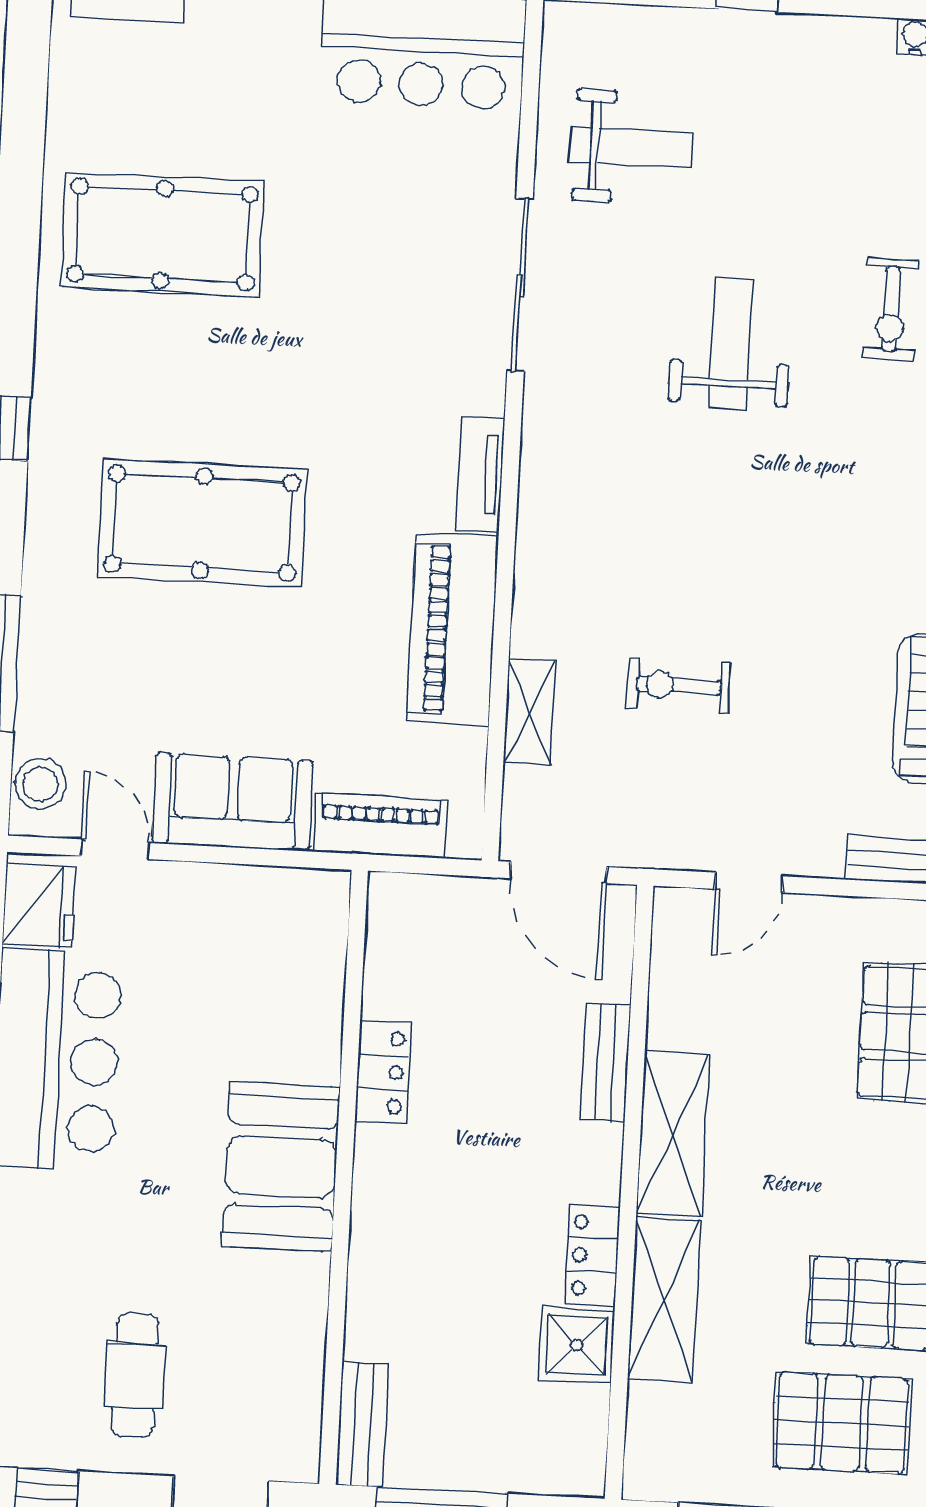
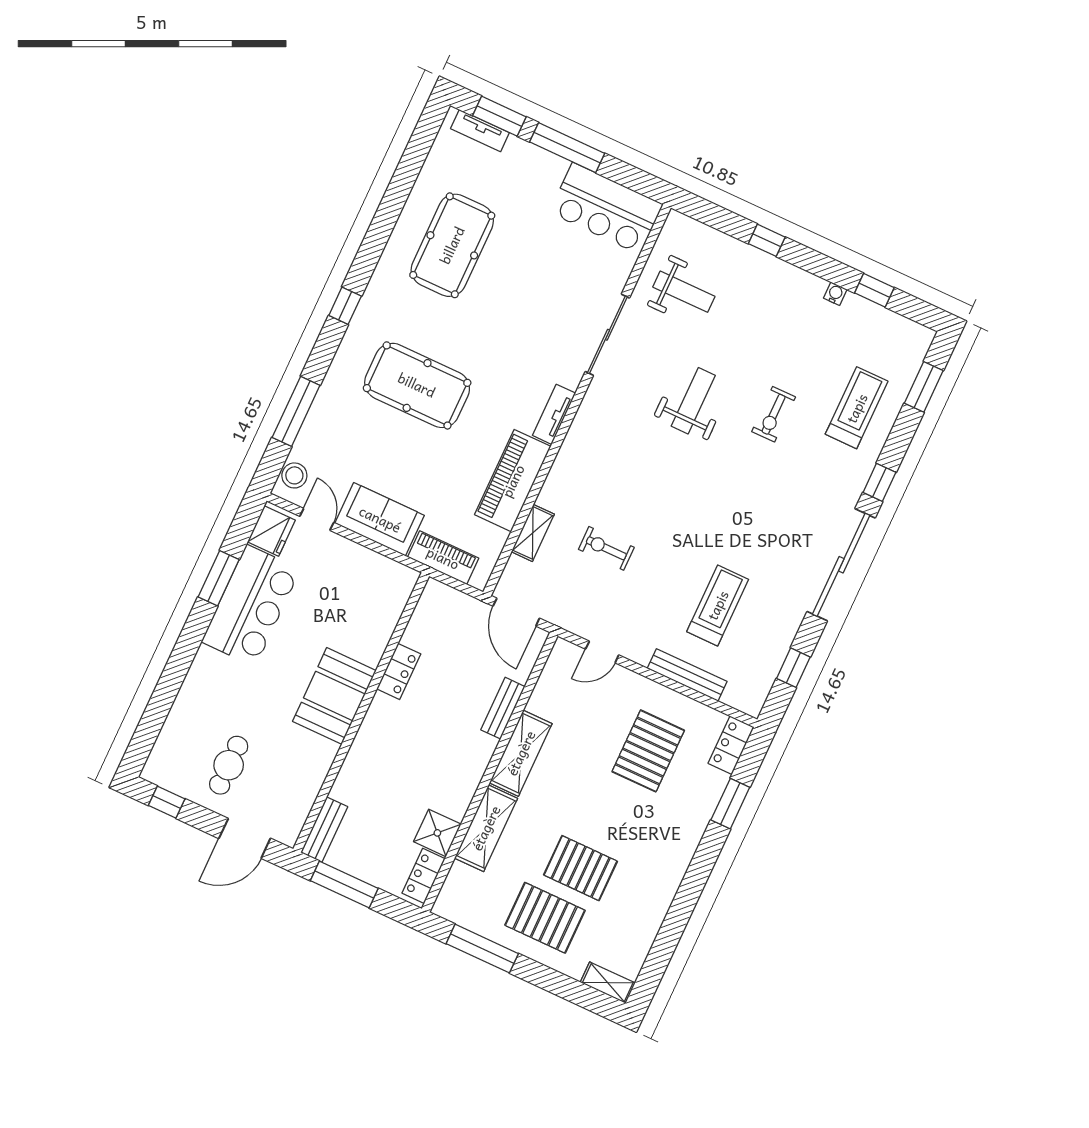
pool table: (163, 234) -> (452, 245), turned 90
locker: (593, 1255) -> (423, 876), moved

